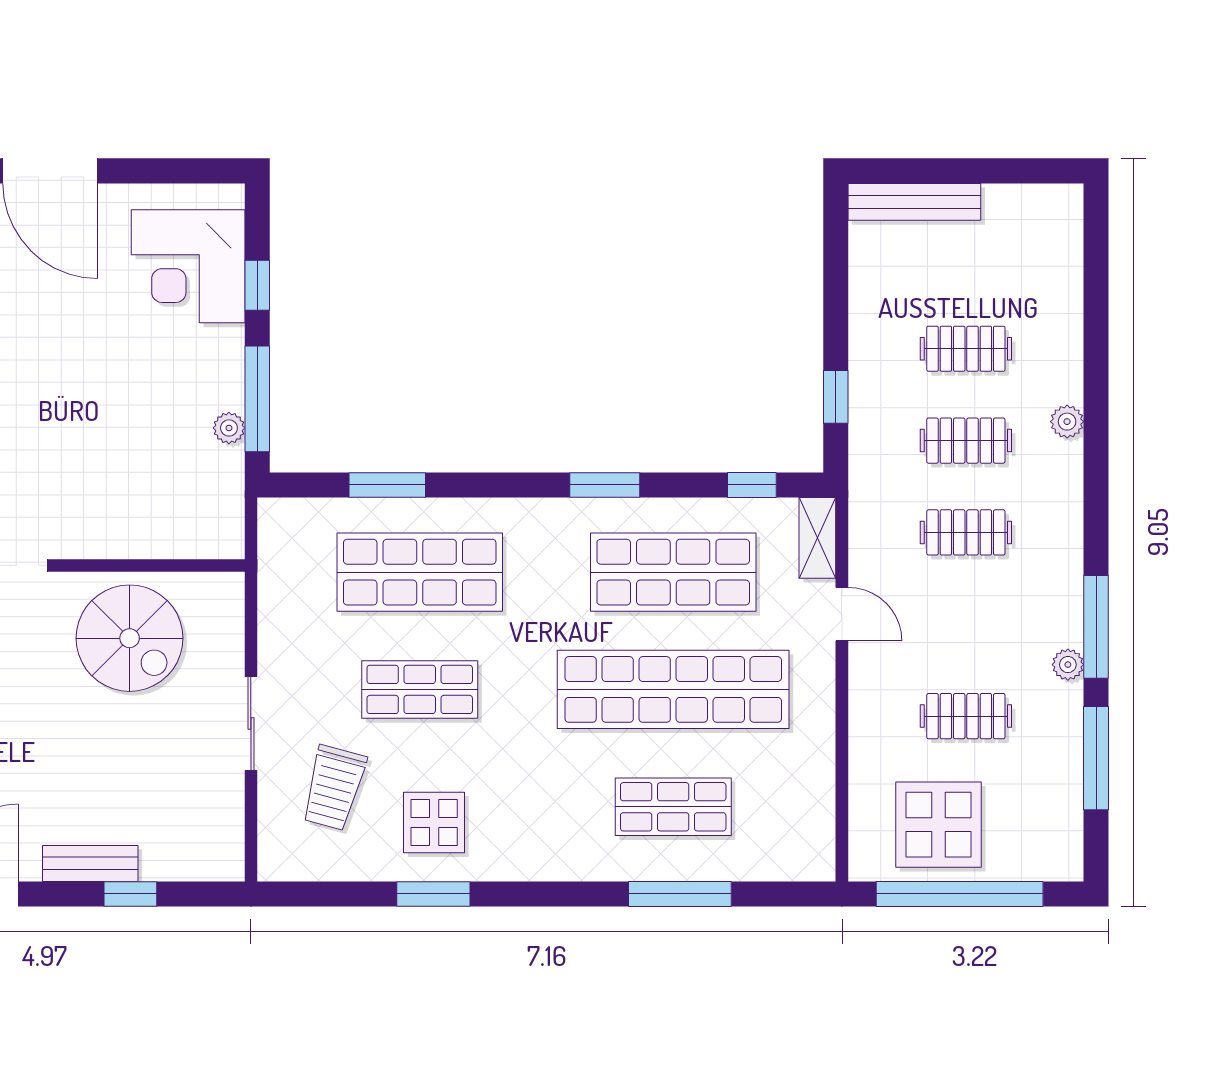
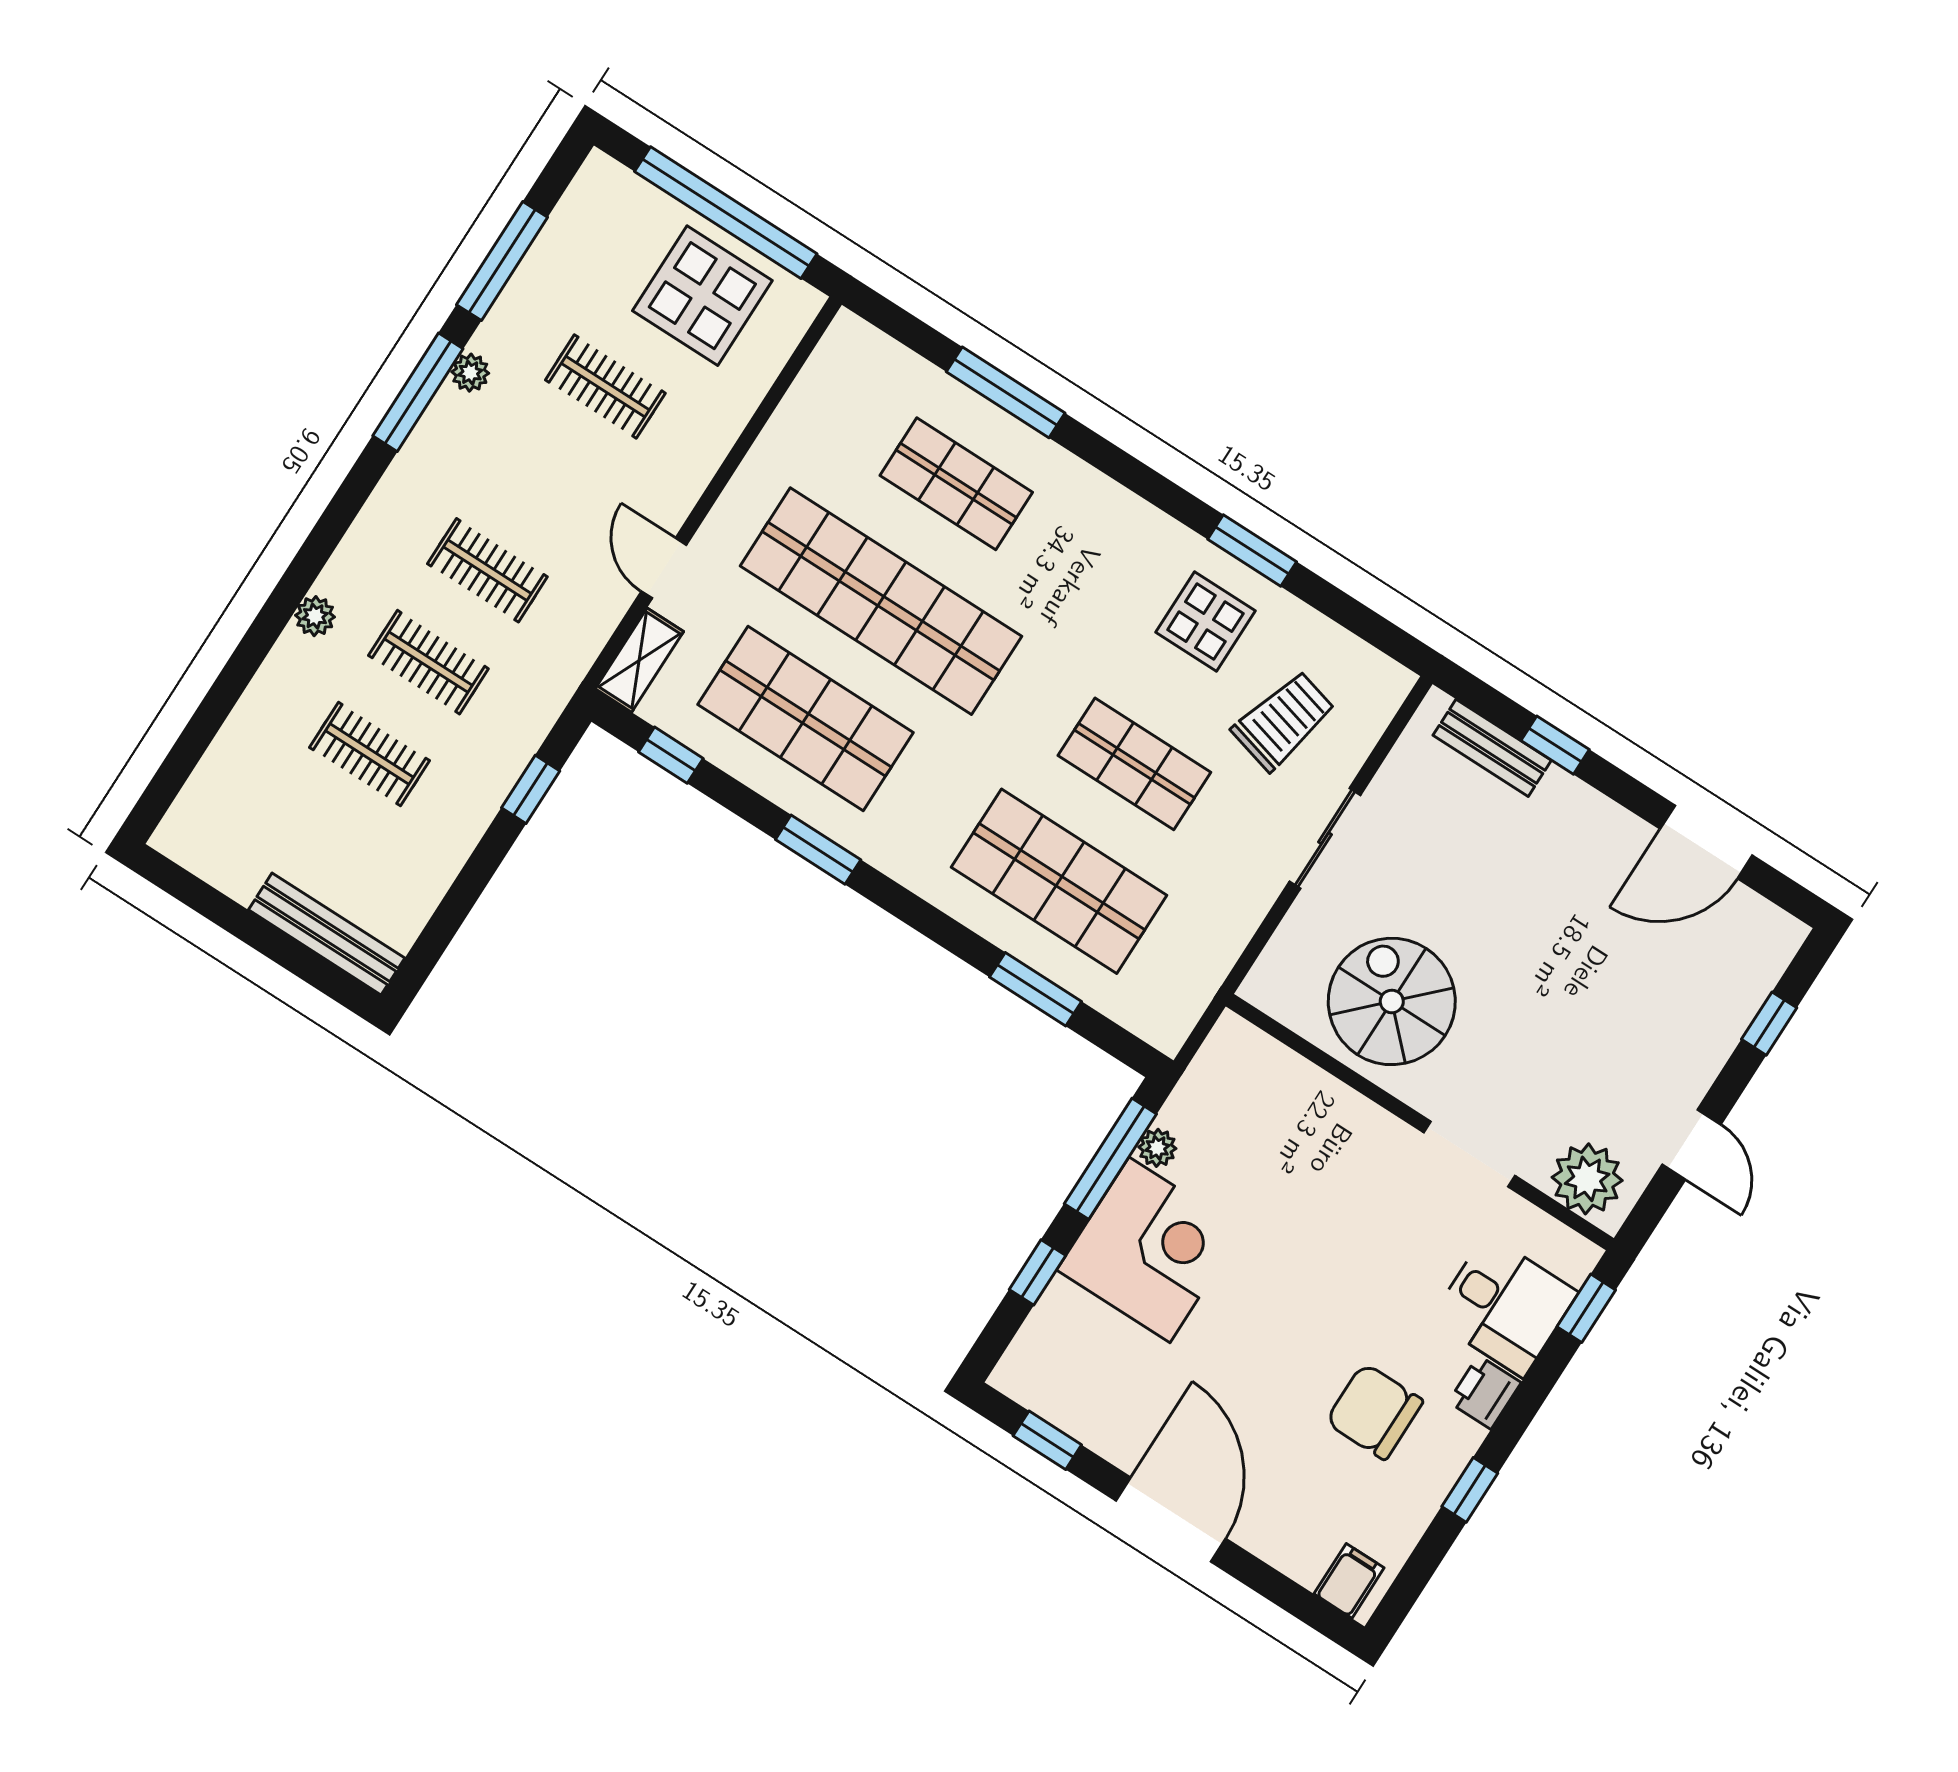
window: (174, 171) -> (1047, 1440), added
corner desk: (188, 266) -> (1149, 1250), moved
bench: (90, 863) -> (1492, 748), moved

